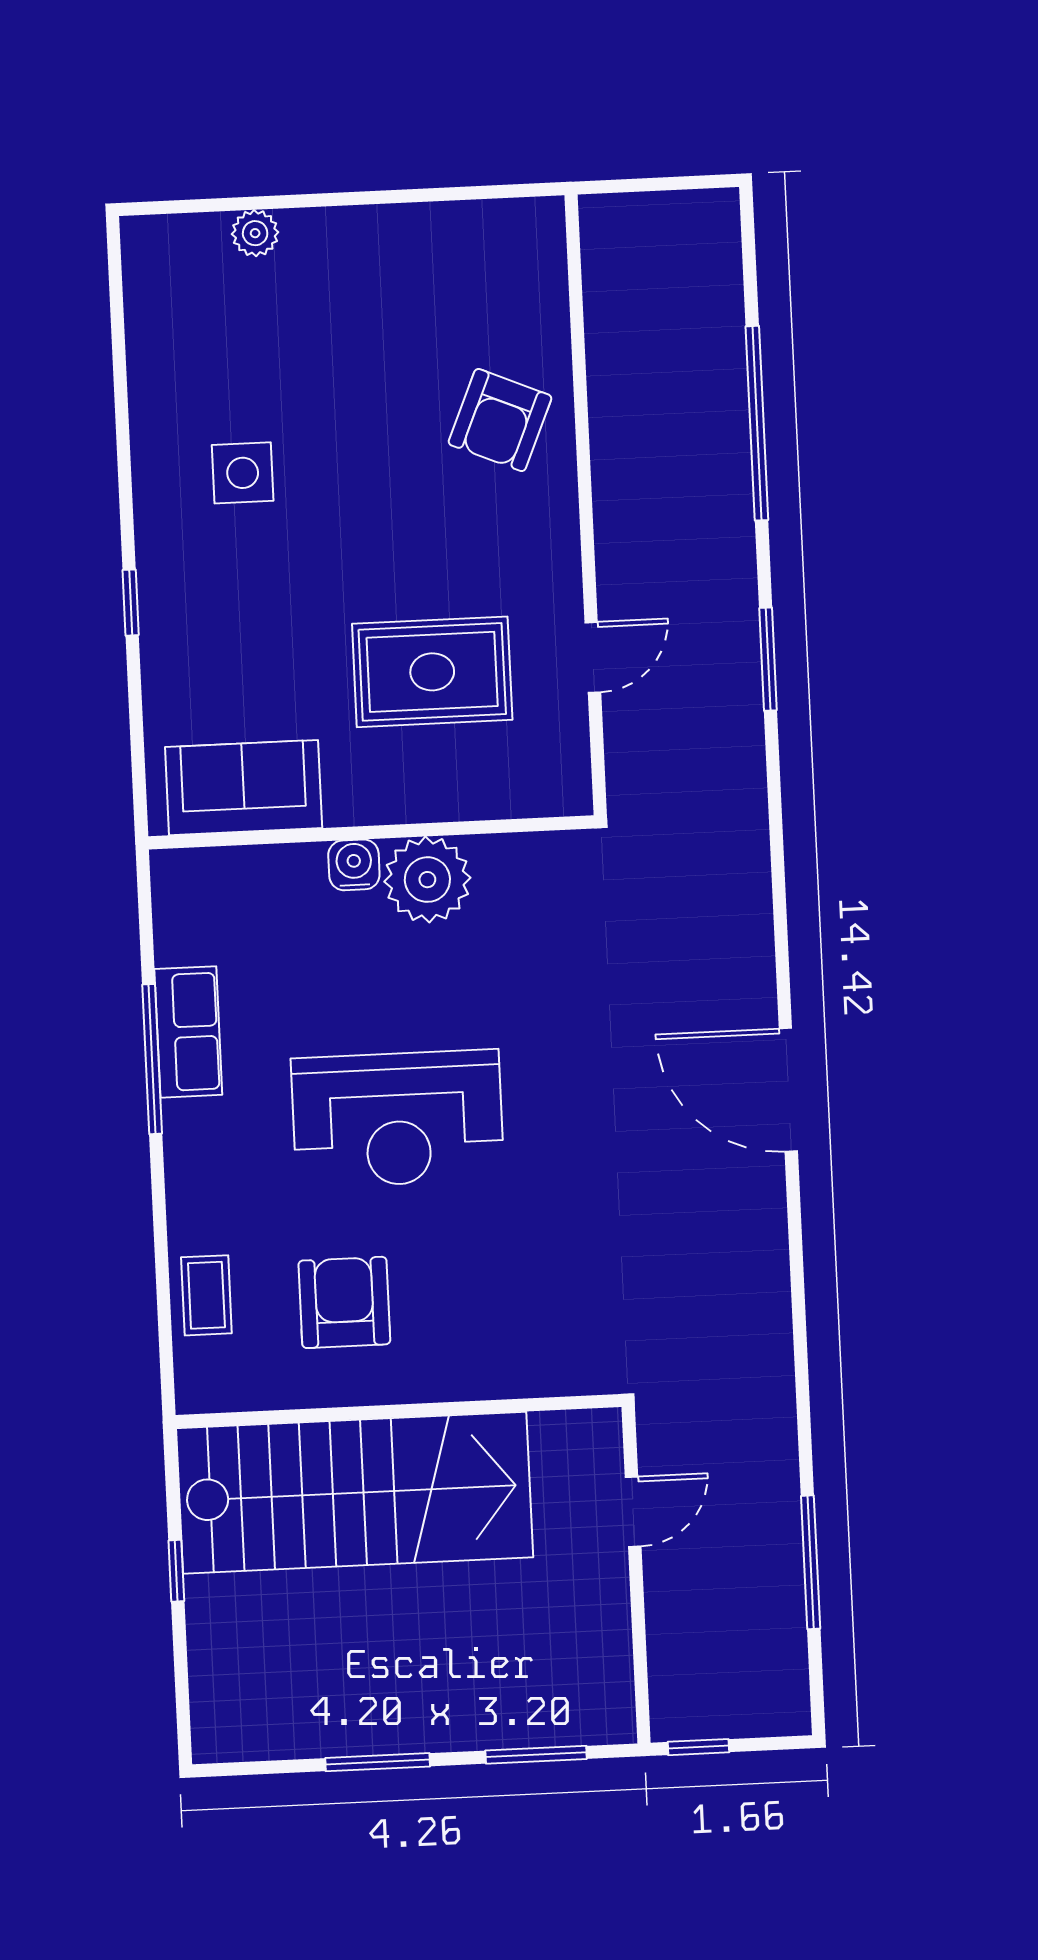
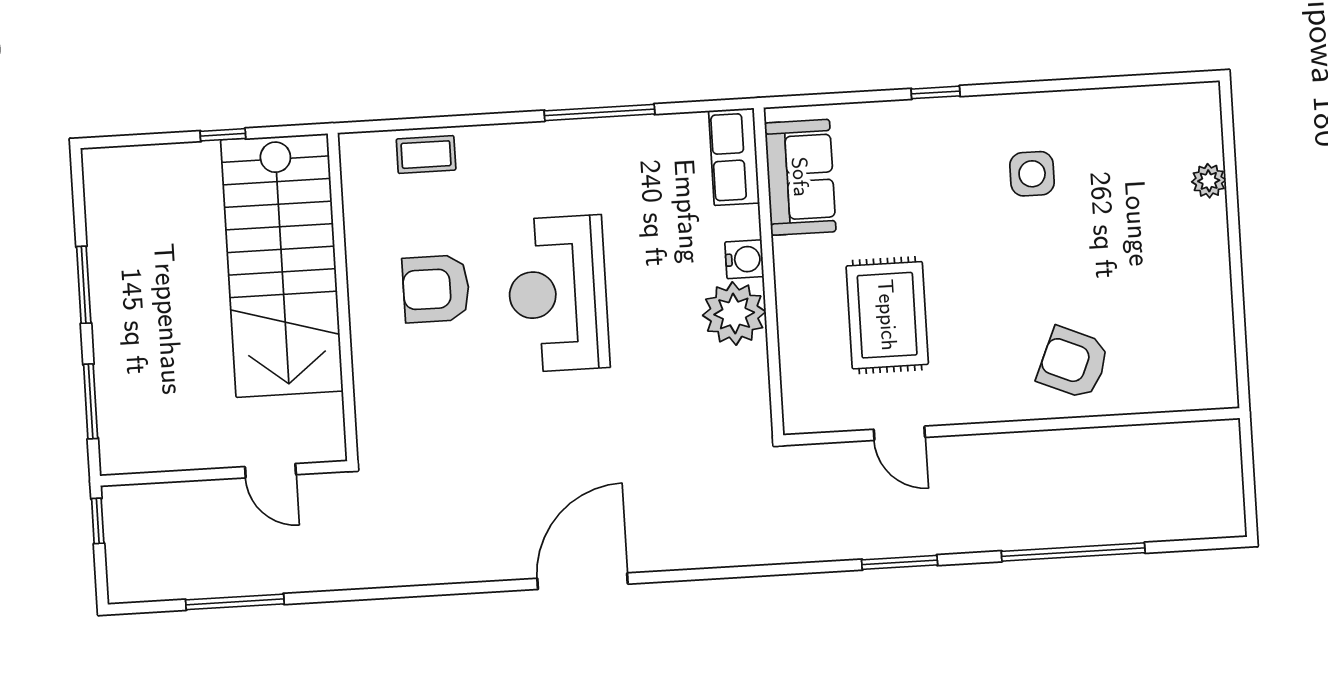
row of seats: (188, 1032) -> (734, 157), moved, turned 90
armchair: (344, 1302) -> (436, 289), moved, turned 180

